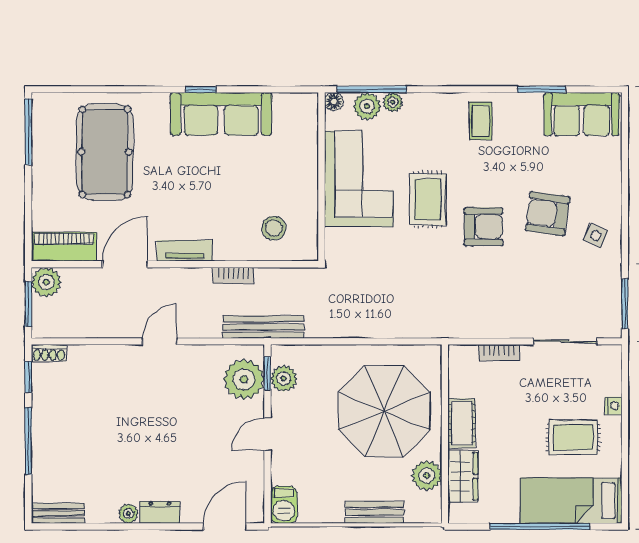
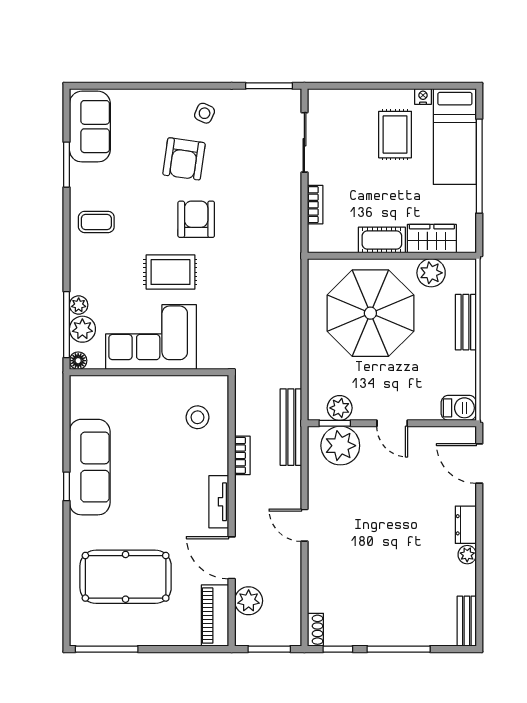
plant: (46, 282) -> (249, 601), moved
nightstand: (613, 406) -> (423, 97), moved

